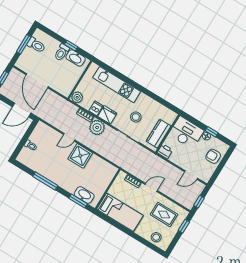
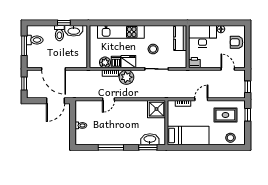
plant: (77, 97) -> (105, 62), moved
window: (212, 132) -> (223, 23), removed
kitchen counter: (159, 134) -> (180, 38), moved
shower: (80, 156) -> (156, 109), moved
door: (191, 175) -> (228, 69), swing flipped

